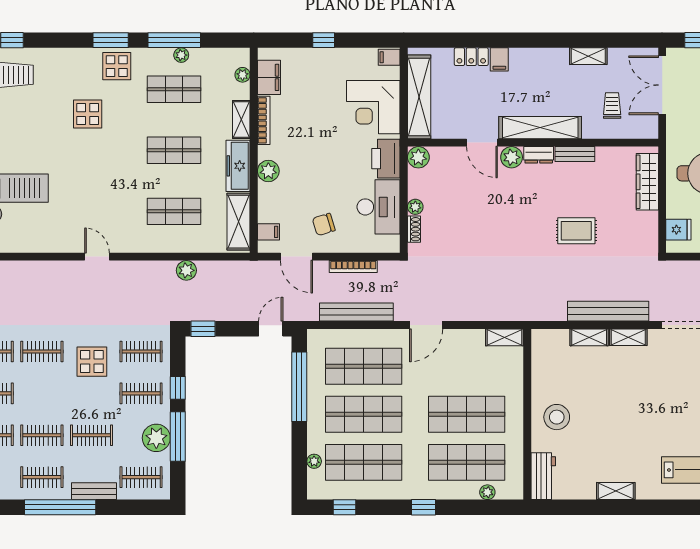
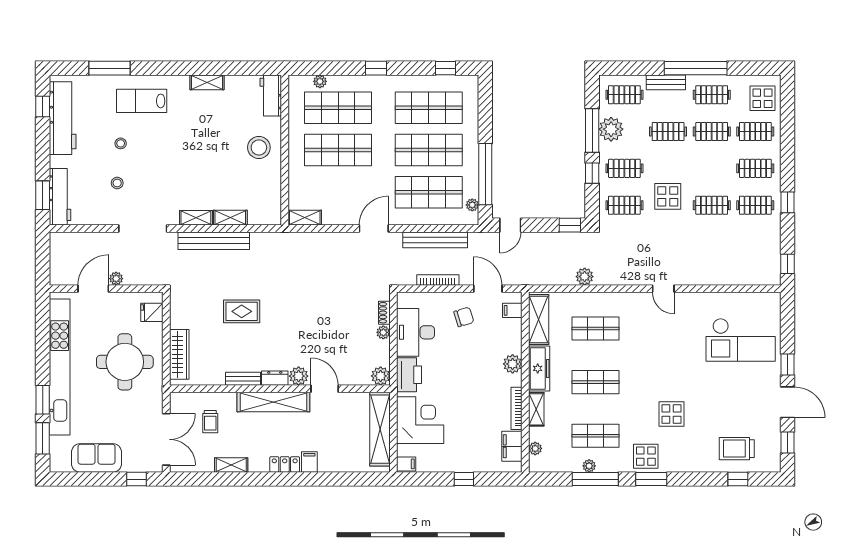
locker: (471, 57) -> (285, 464), moved
plant: (314, 461) -> (472, 205), moved

